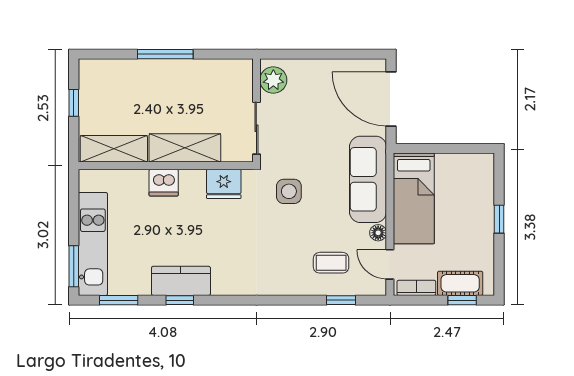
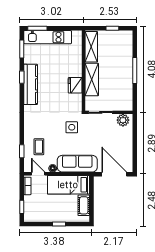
door: (391, 99) -> (114, 174), hinge flipped
dishwasher: (164, 183) -> (76, 70), removed
fridge: (224, 184) -> (75, 85), moved
door: (390, 264) -> (38, 174), hinge flipped
kitchen counter: (181, 281) -> (31, 84), width x1.50
cot: (460, 283) -> (84, 205), moved

